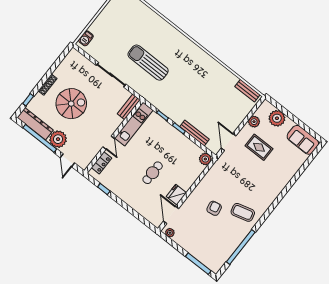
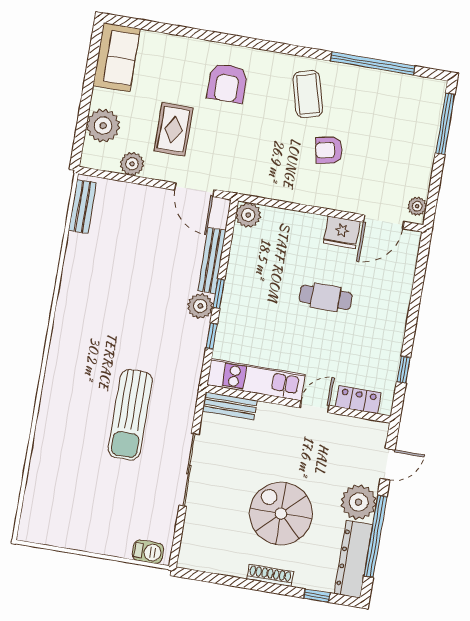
plant: (178, 118) -> (200, 306), added
door: (229, 142) -> (194, 190), hinge flipped
armchair: (266, 181) -> (227, 83), added

